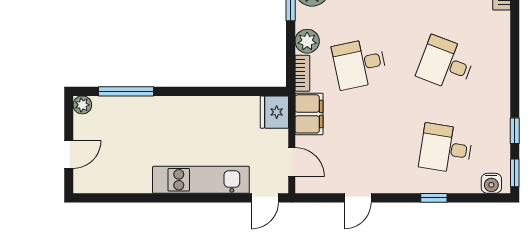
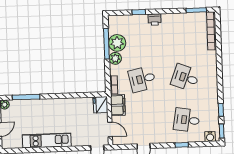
plant: (307, 41) -> (115, 58), moved
kitchen unit: (201, 180) -> (47, 141), moved

